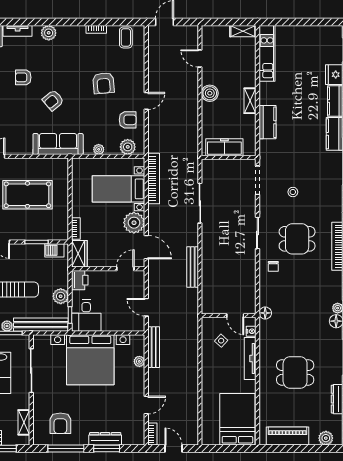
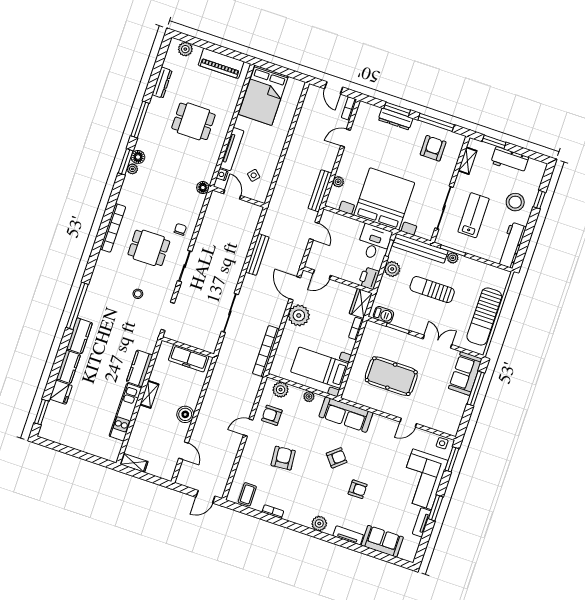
kitchen unit: (267, 53) -> (125, 412), moved
bed with nightstands: (119, 189) -> (320, 368), moved, turned 180

